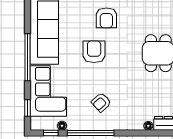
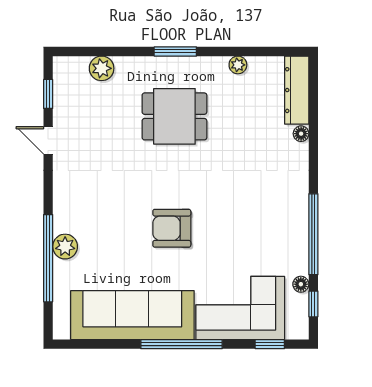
armchair: (106, 18) -> (113, 207), removed
armchair: (101, 102) -> (260, 216), removed

